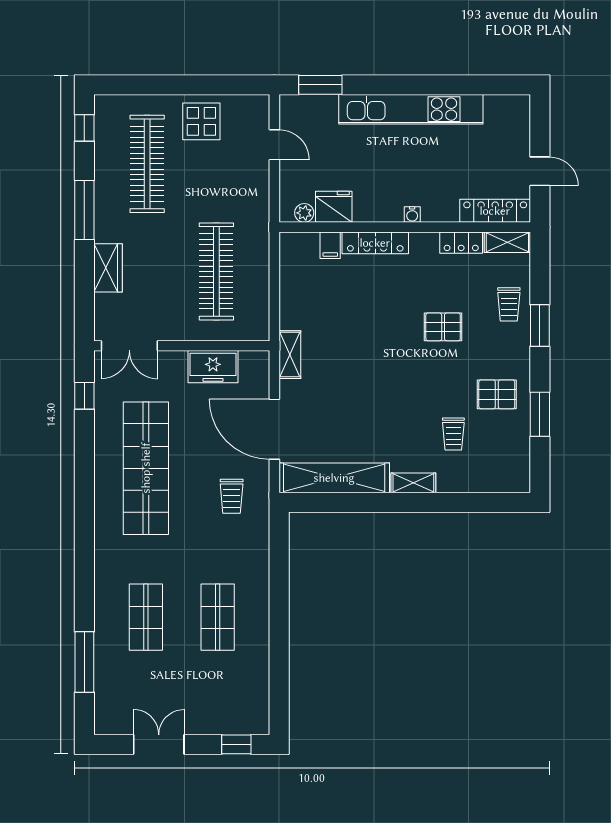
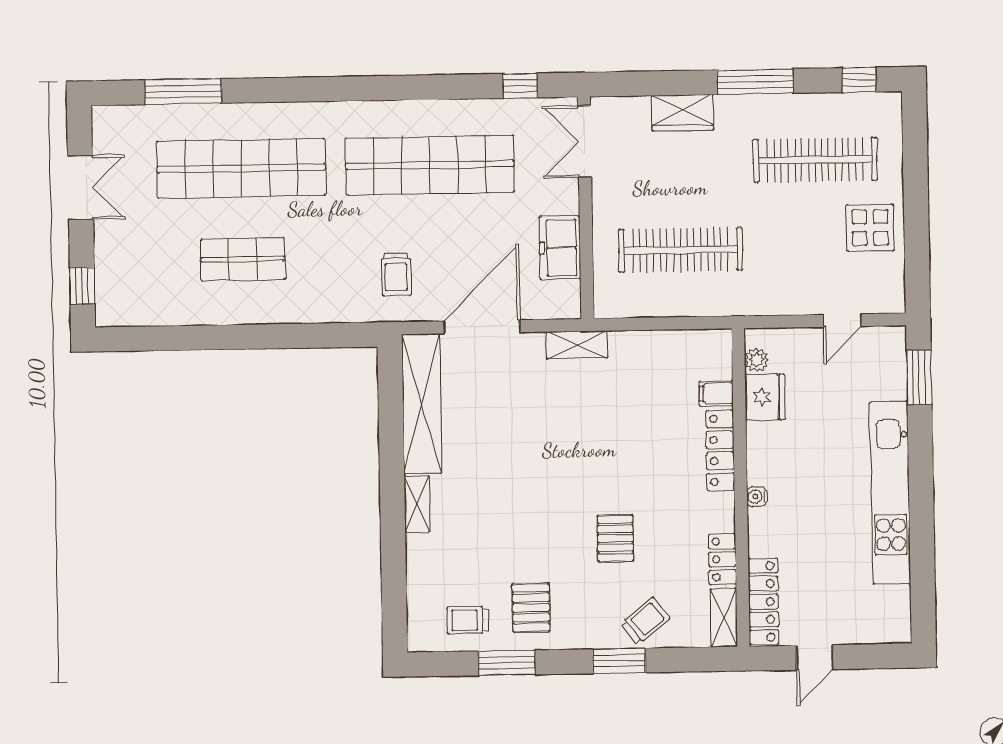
trolley: (509, 304) -> (645, 621), turned 141
trolley: (453, 434) -> (468, 620), moved
trolley: (232, 496) -> (396, 274), turned -90
shop shelf: (146, 617) -> (241, 168), width x2.00, depth x1.36

